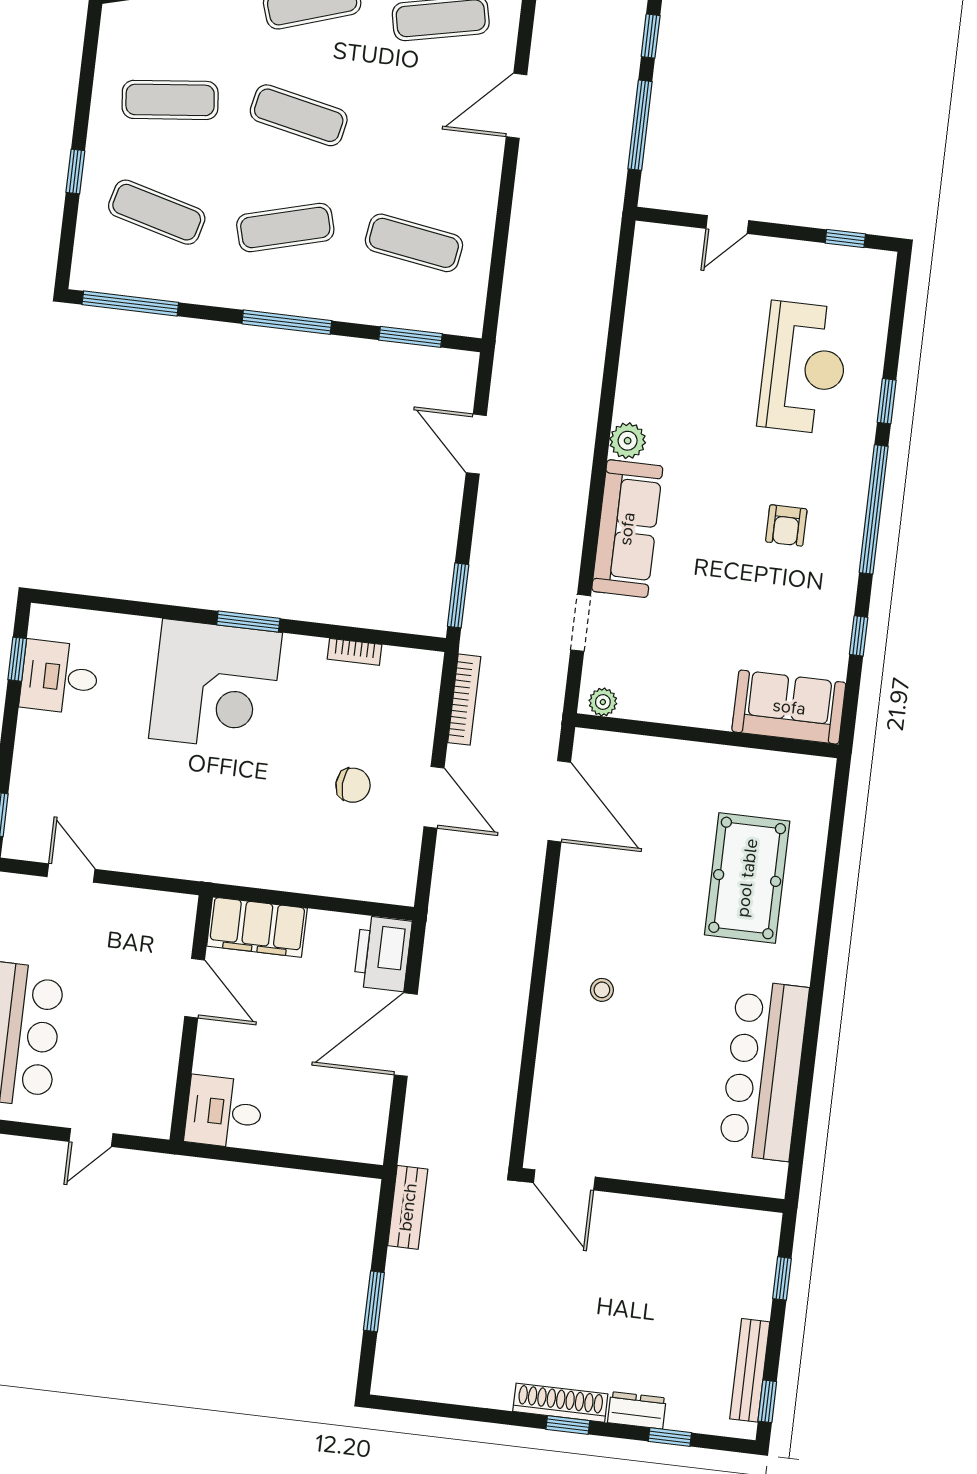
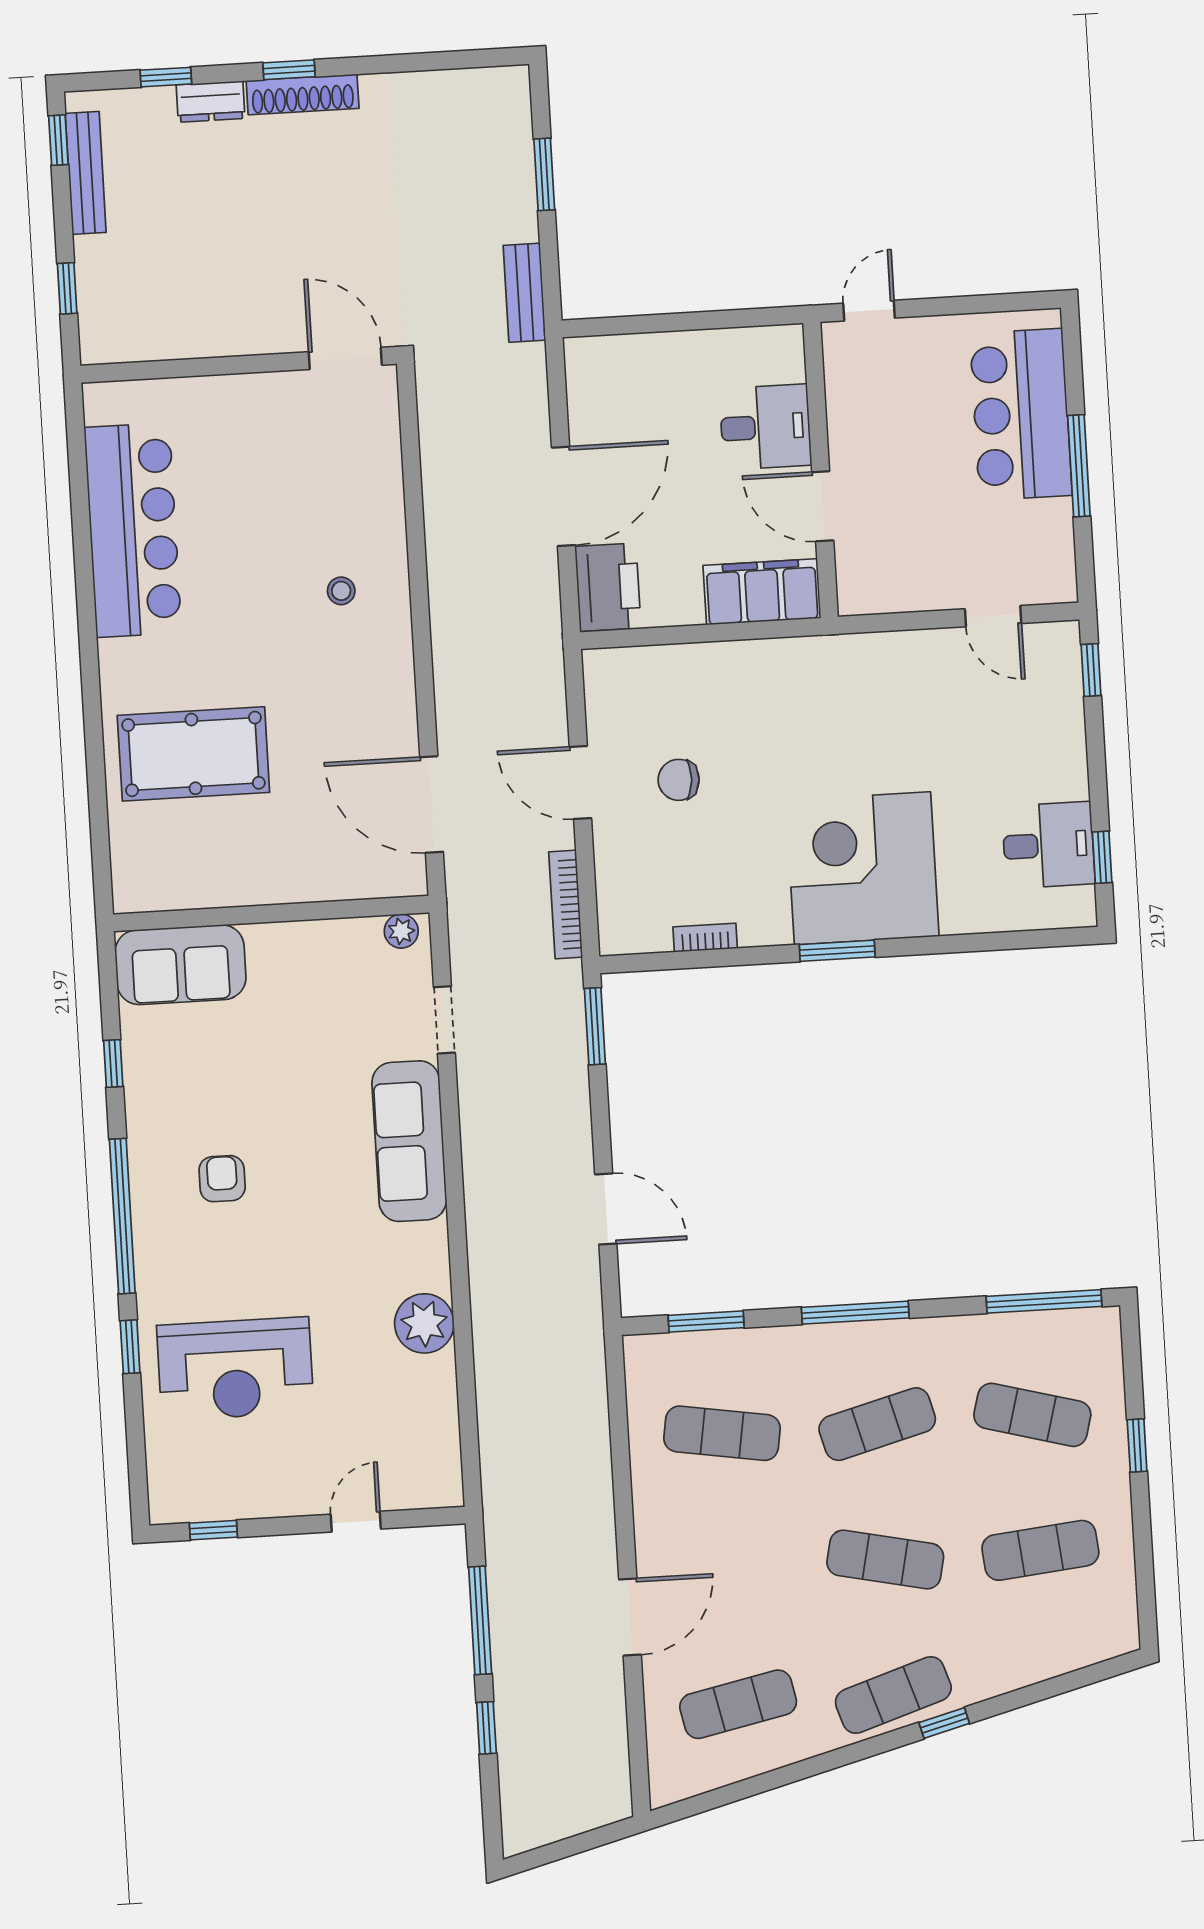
reception desk: (804, 368) -> (235, 1369), turned -90
plant: (628, 441) -> (424, 1323), moved, width x1.36, depth x1.36
pool table: (747, 878) -> (193, 754), turned 90
desk: (224, 1112) -> (765, 427), moved
door: (91, 1137) -> (869, 311), moved

